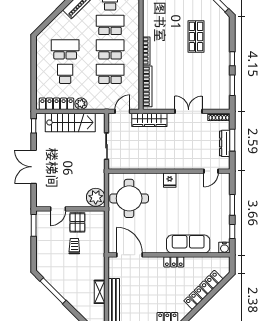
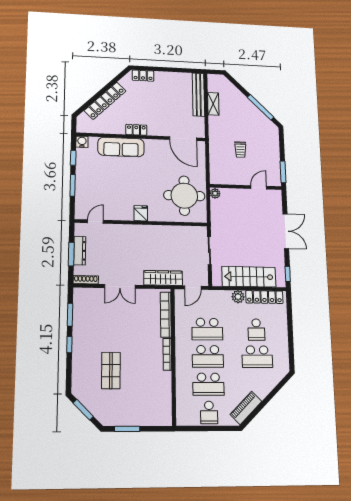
plant: (96, 197) -> (215, 193), width x0.53, depth x0.53
pallet: (77, 222) -> (238, 173), removed

